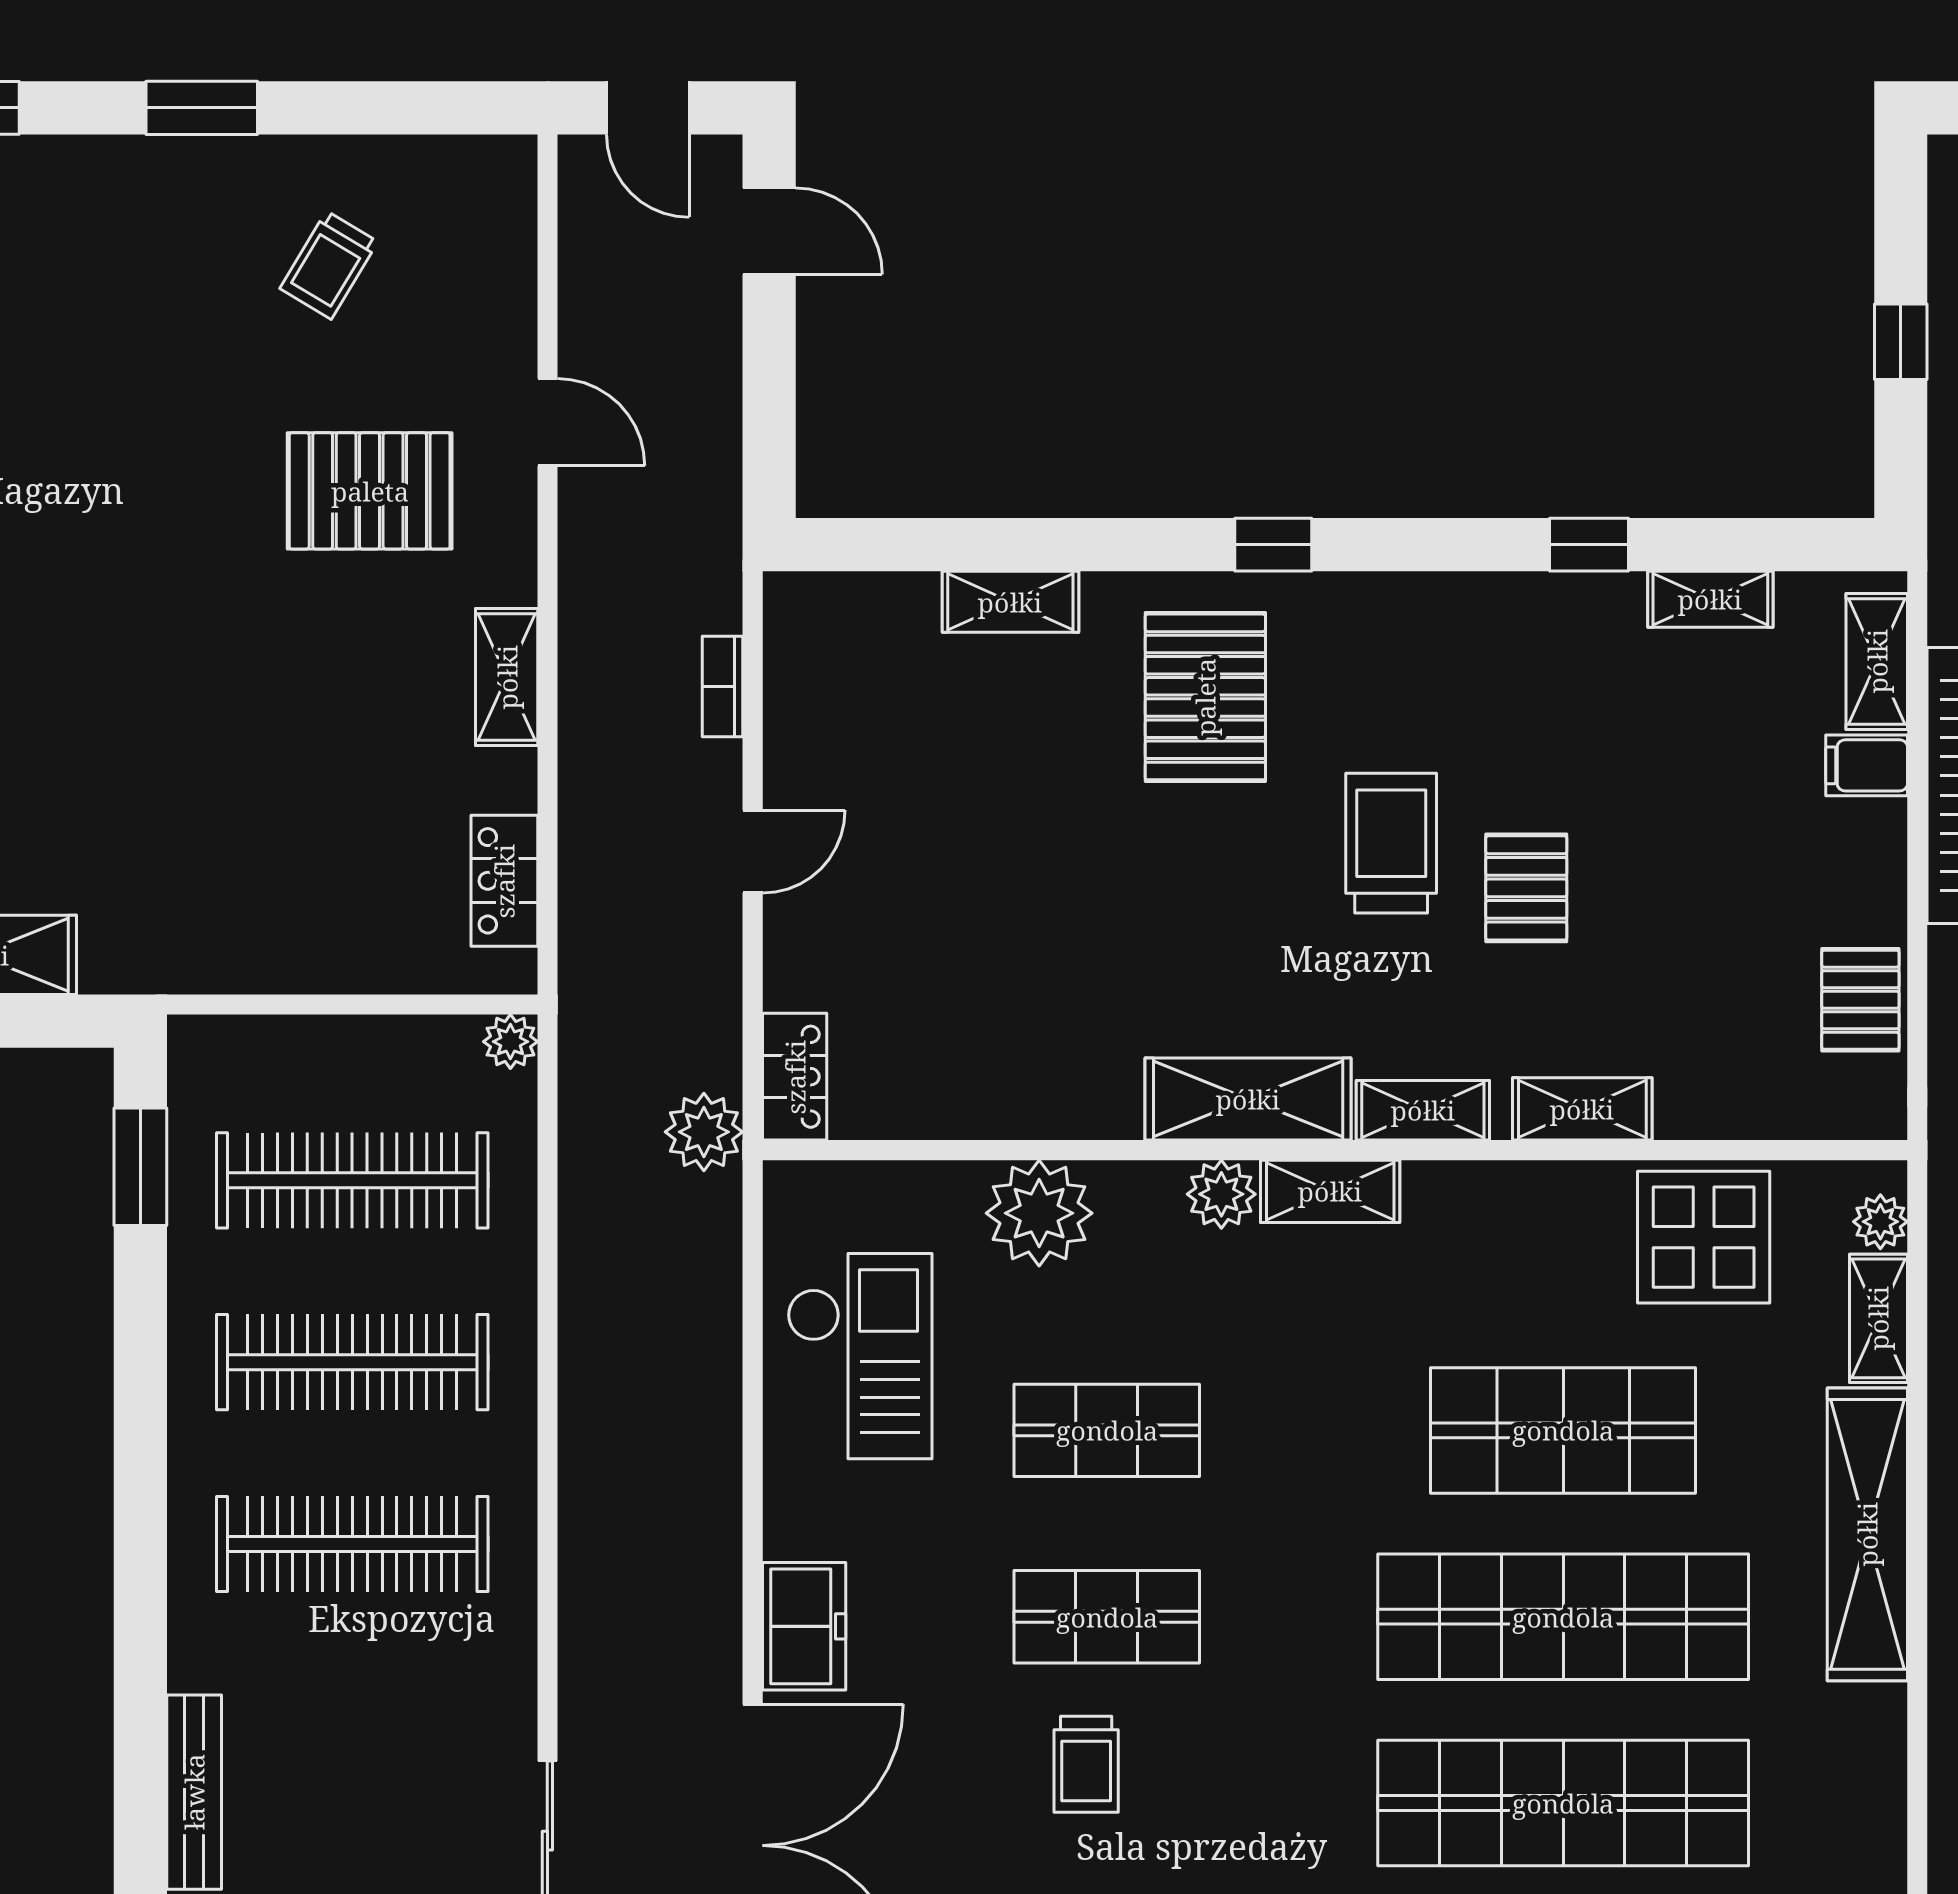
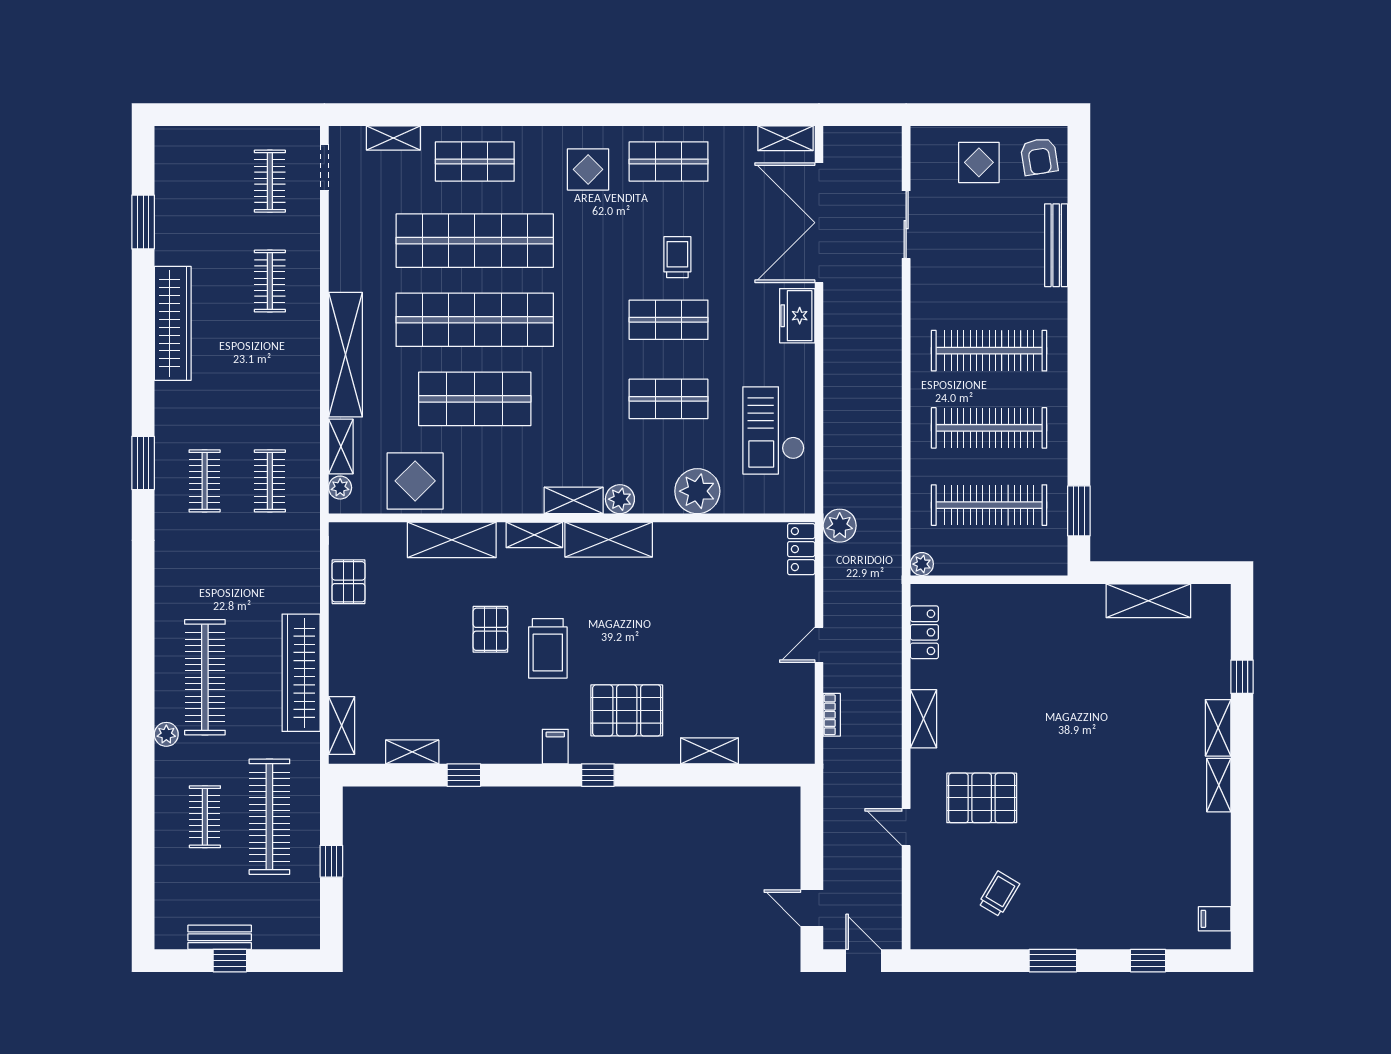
pallet: (1205, 697) -> (627, 710), turned 90
filing cabinet: (1867, 765) -> (555, 747), moved, turned -90
shelving: (1582, 1109) -> (452, 540), width x1.50, depth x1.33

